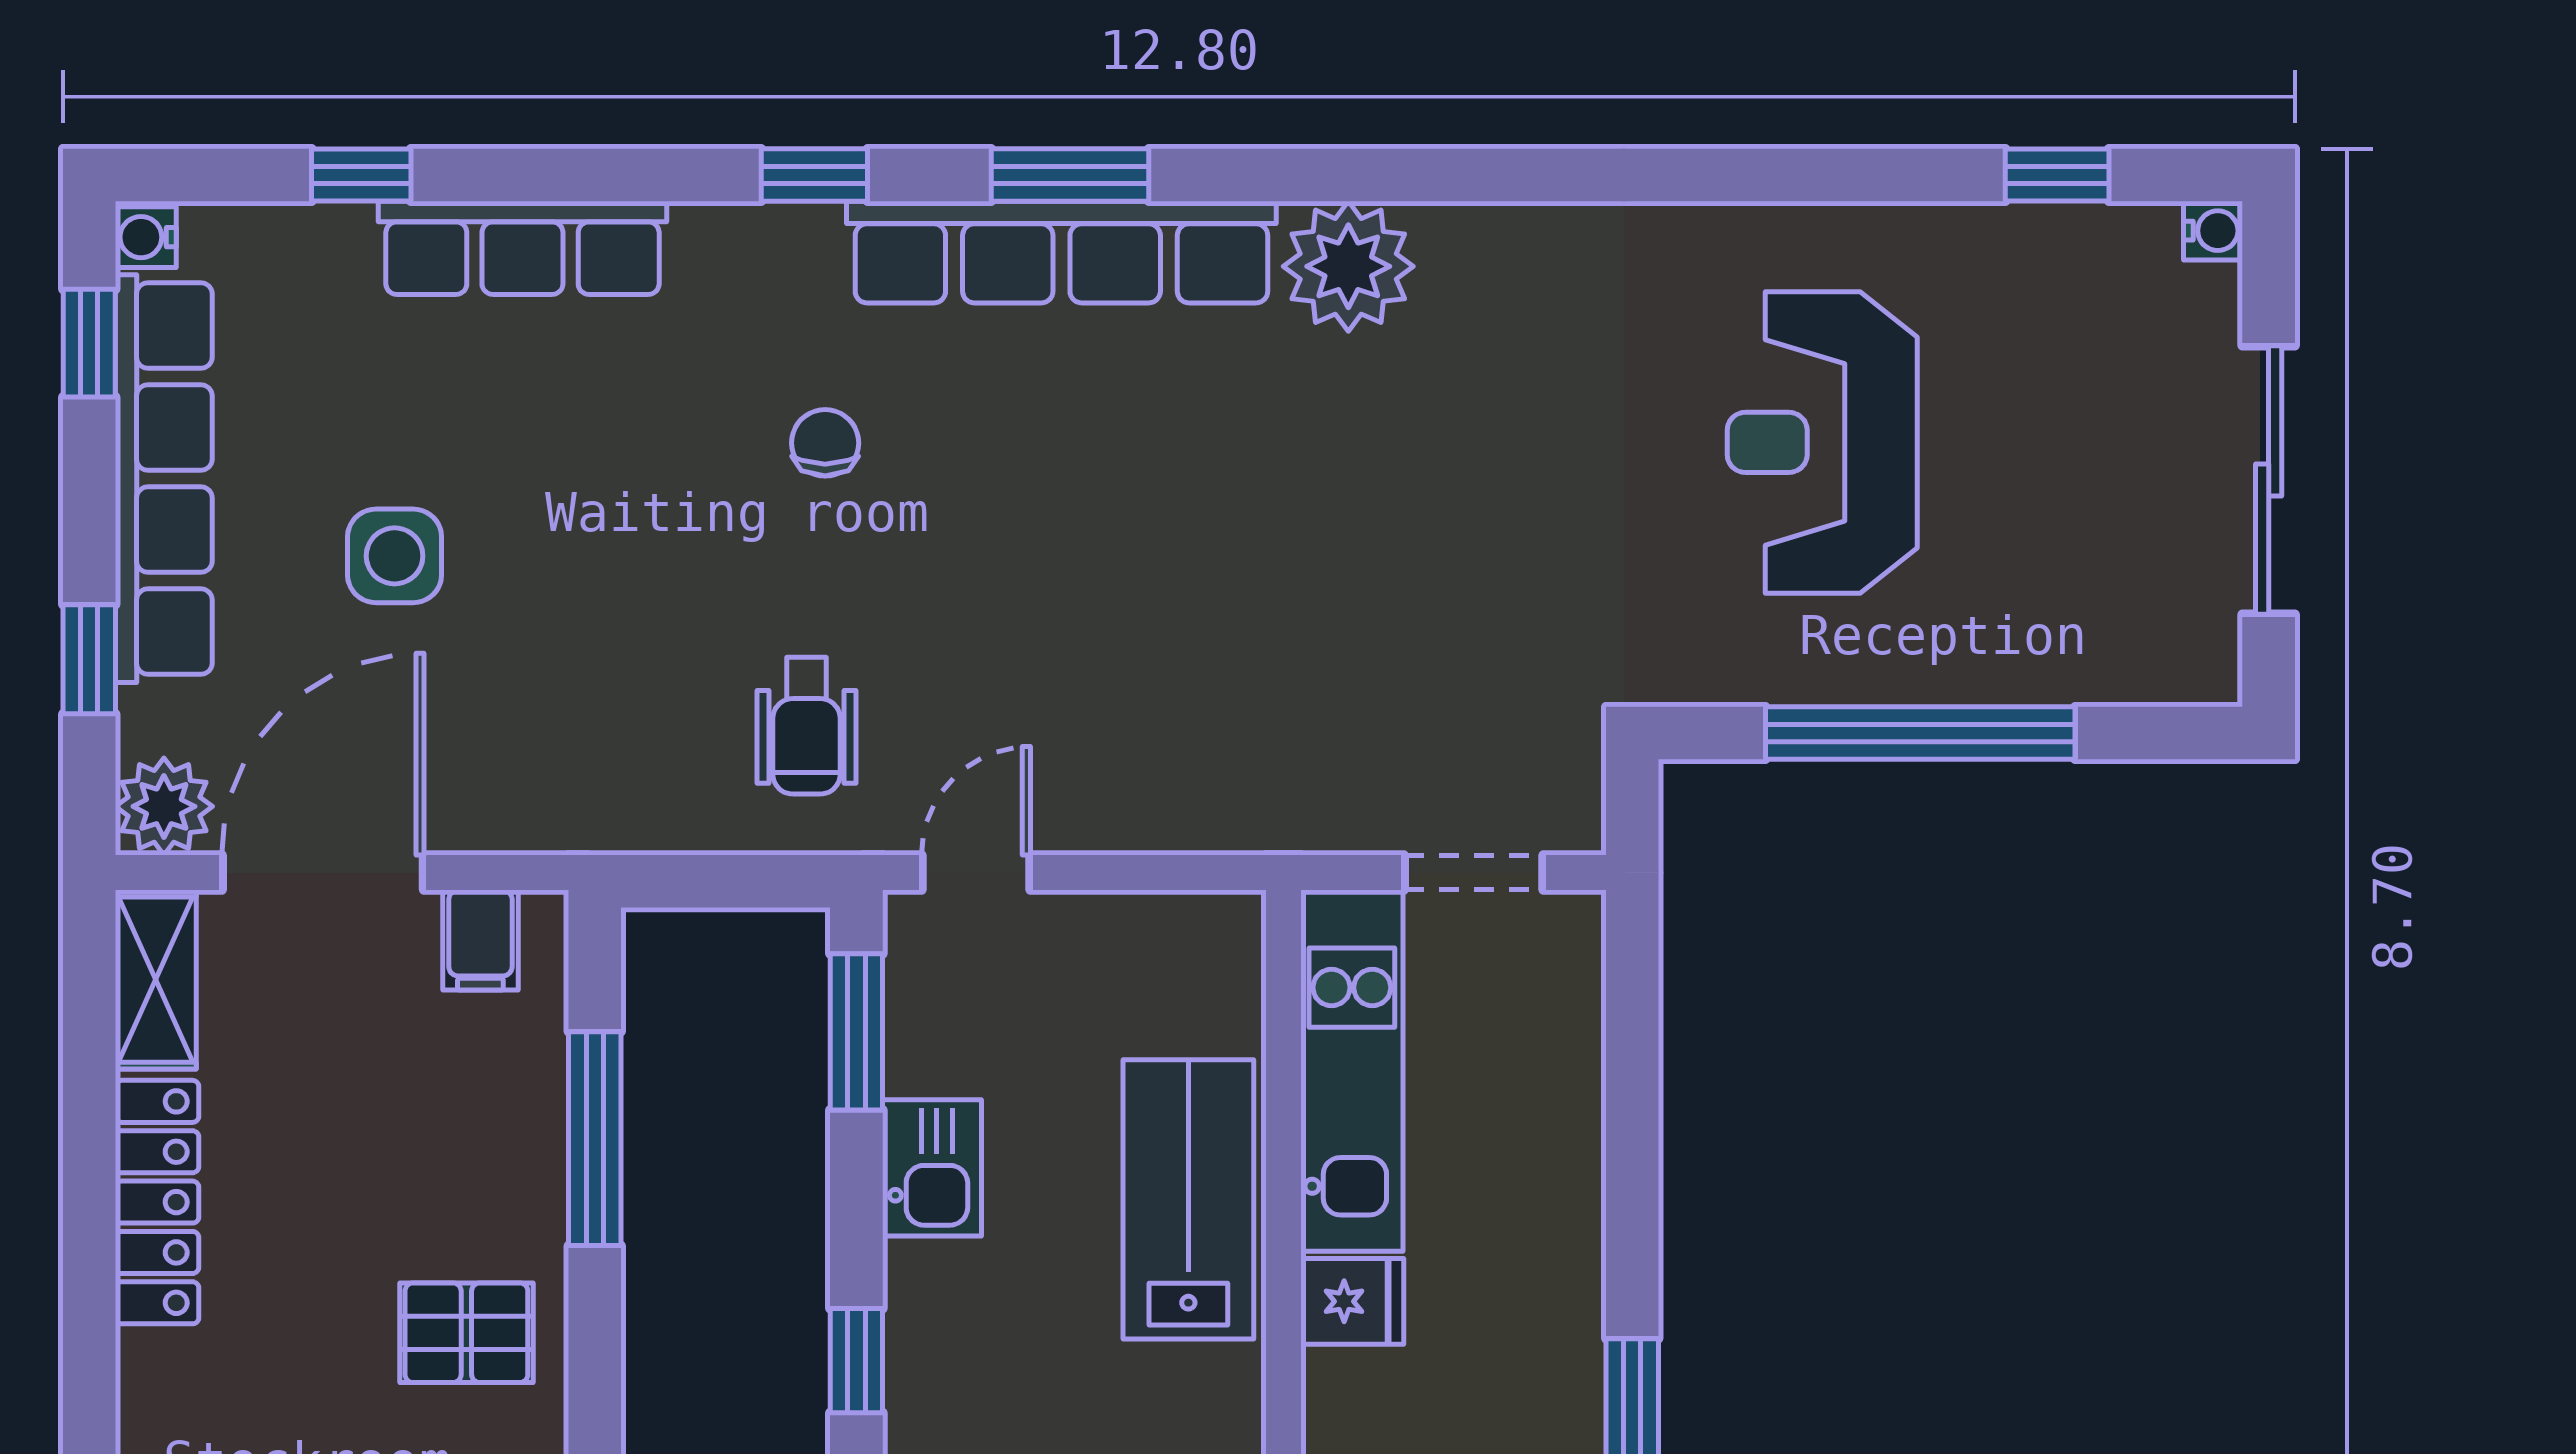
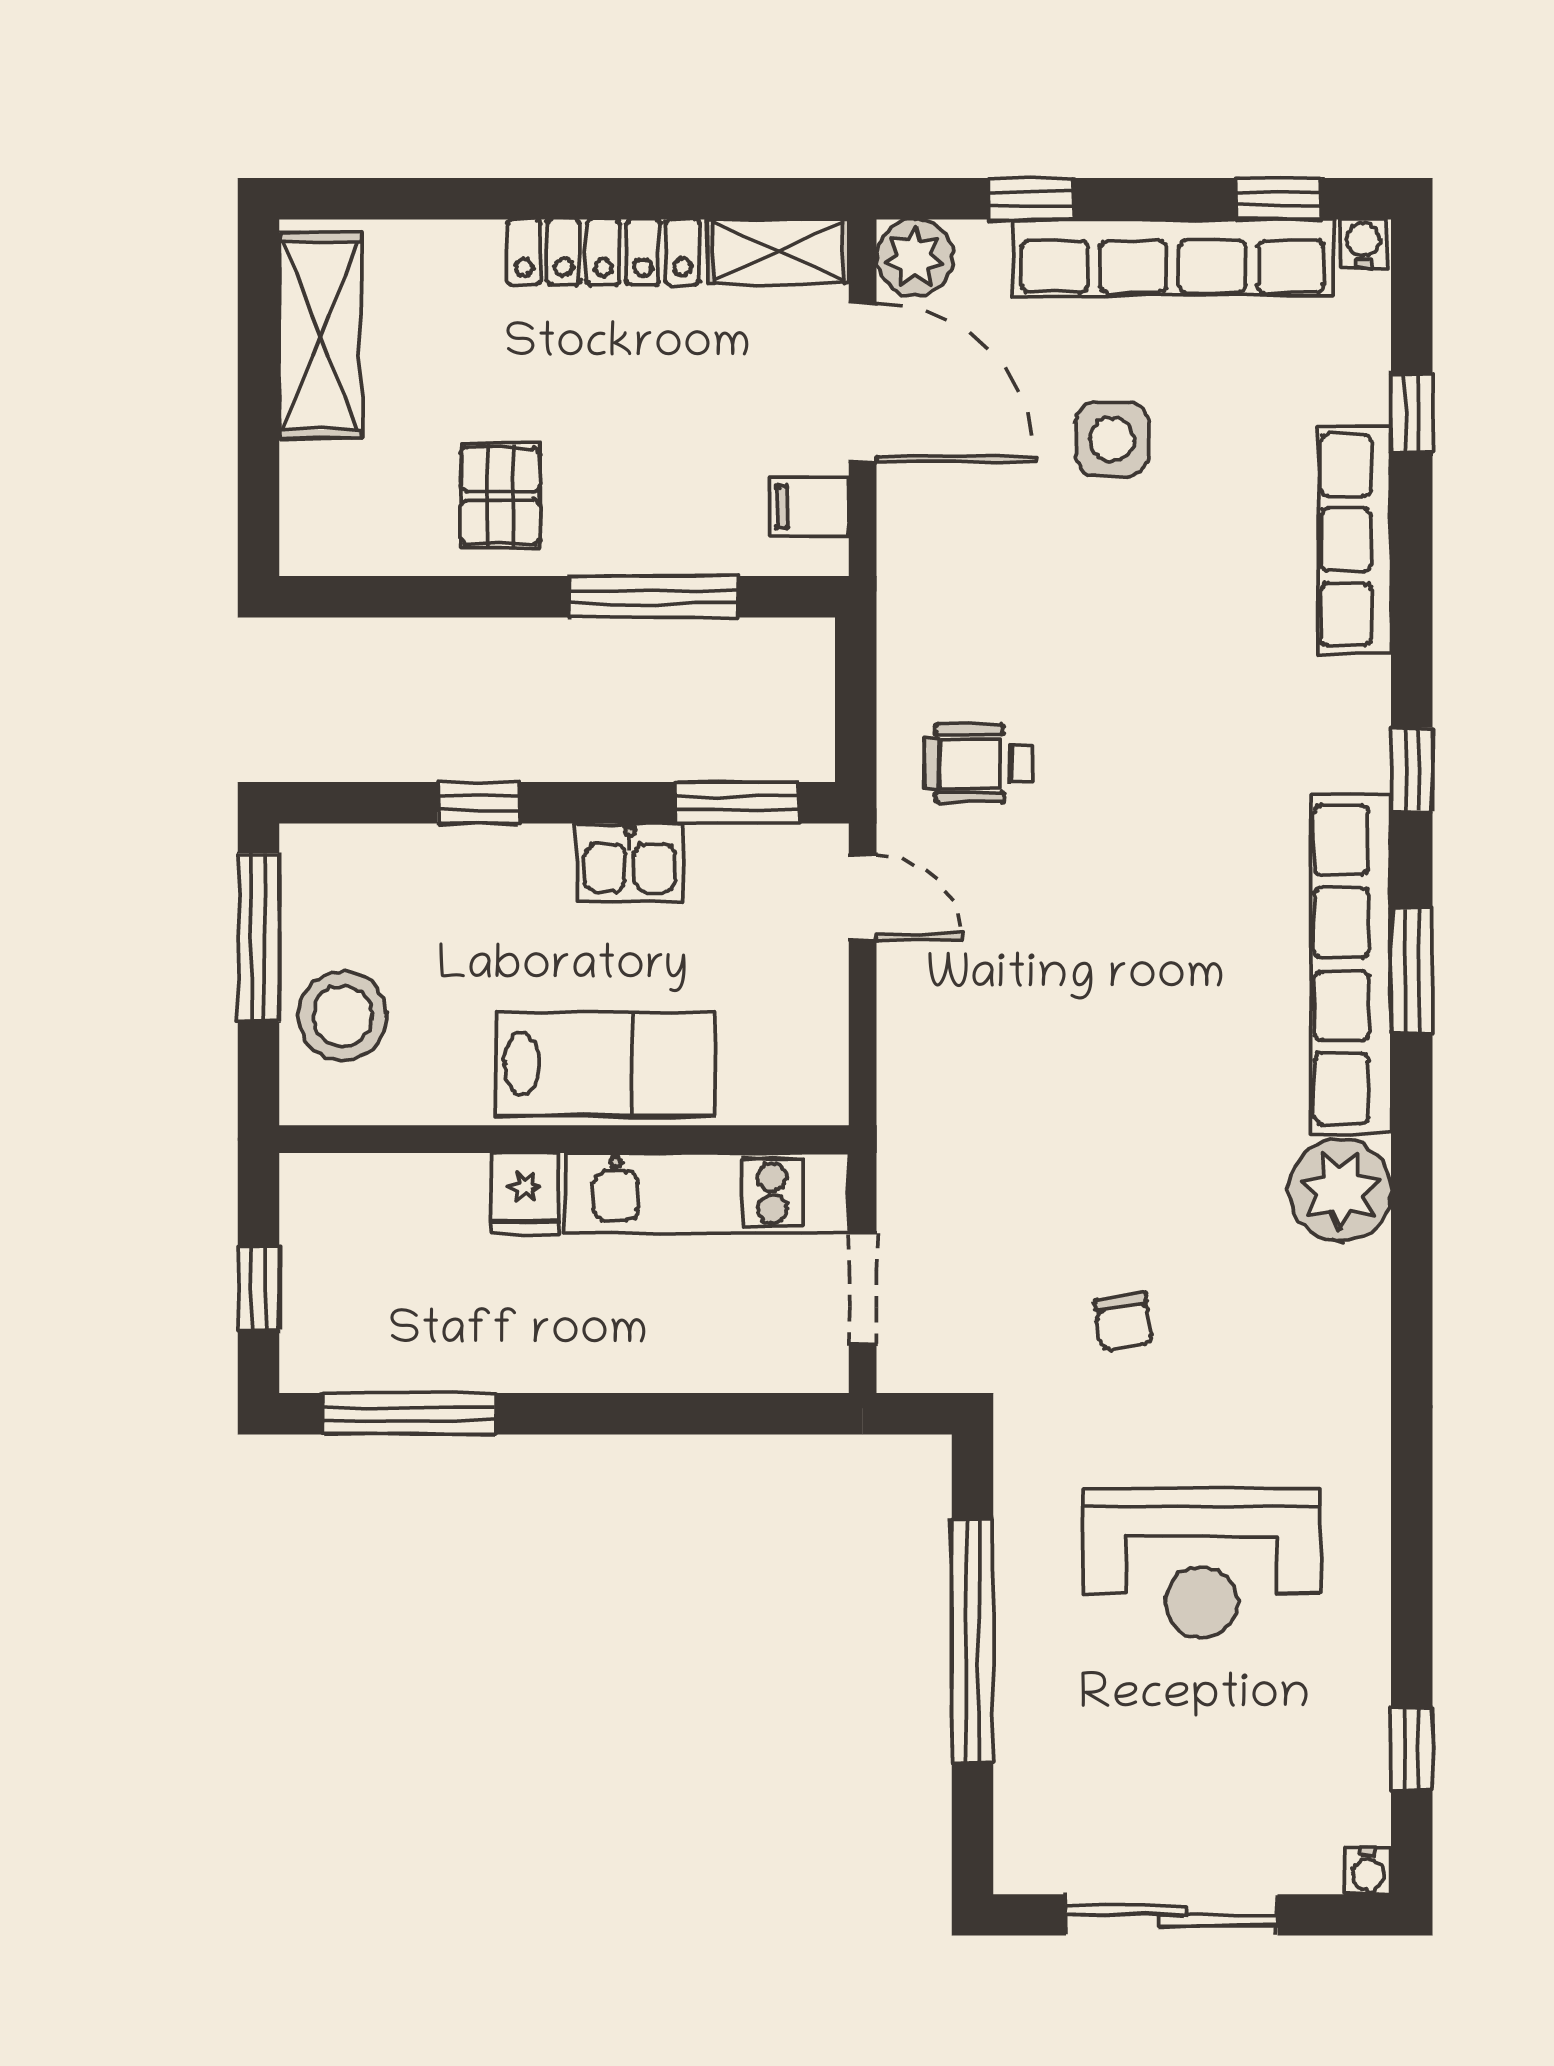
reception desk: (1822, 442) -> (1201, 1563), turned 180
chair: (825, 443) -> (1124, 1322), moved, turned 81

